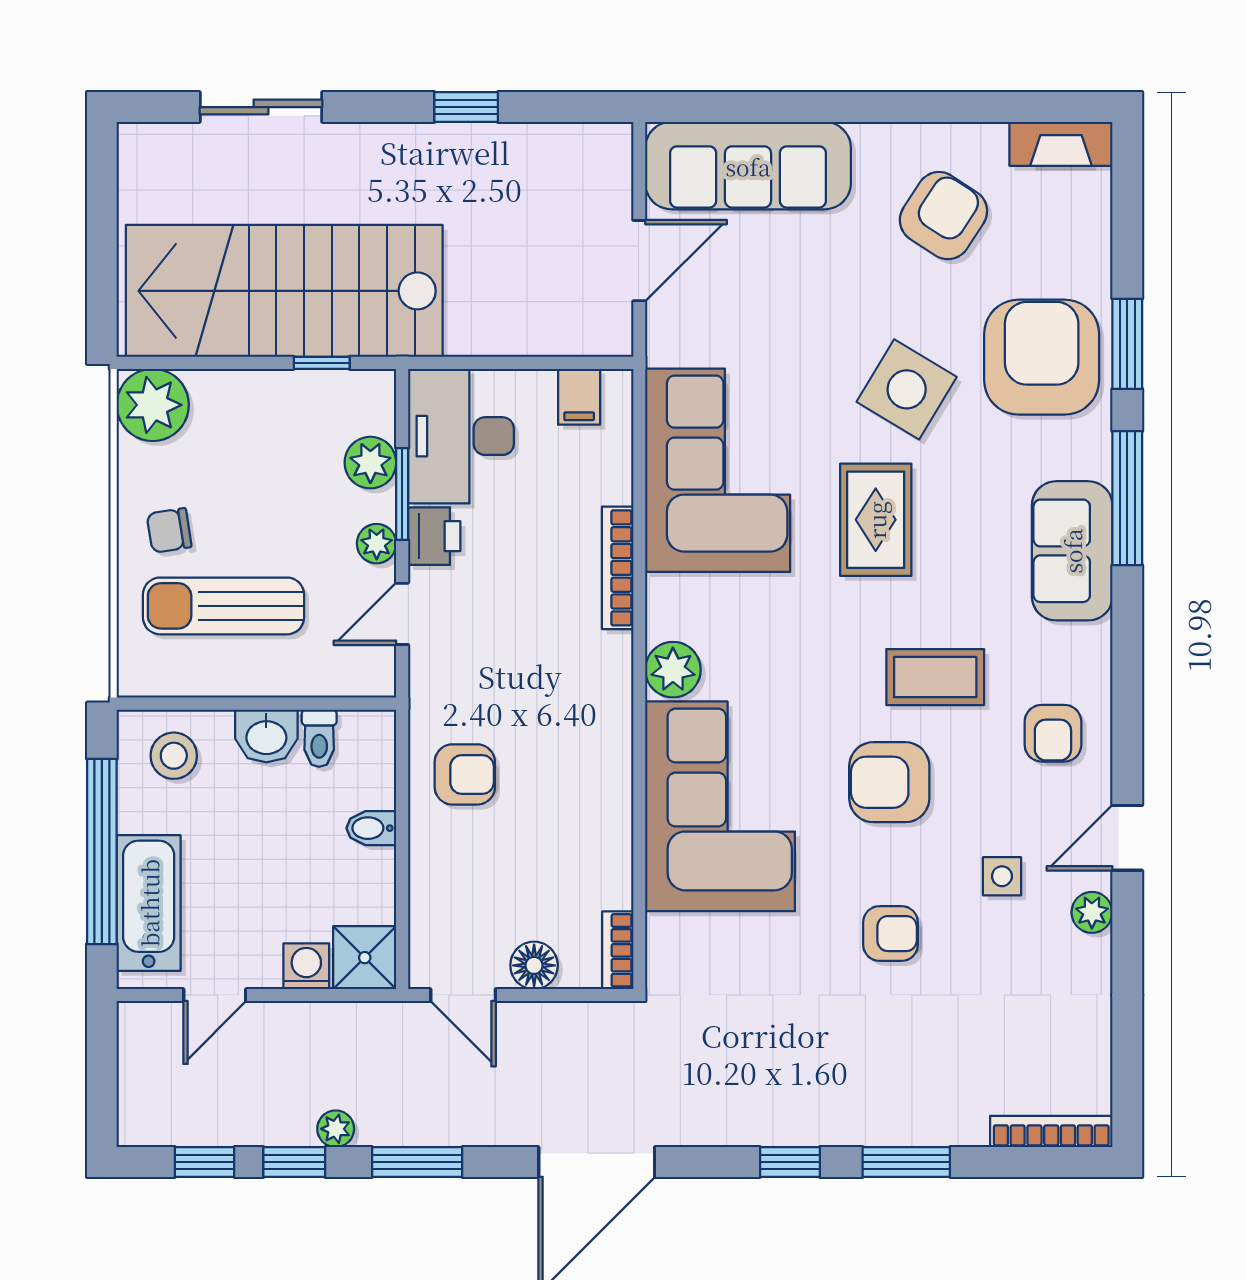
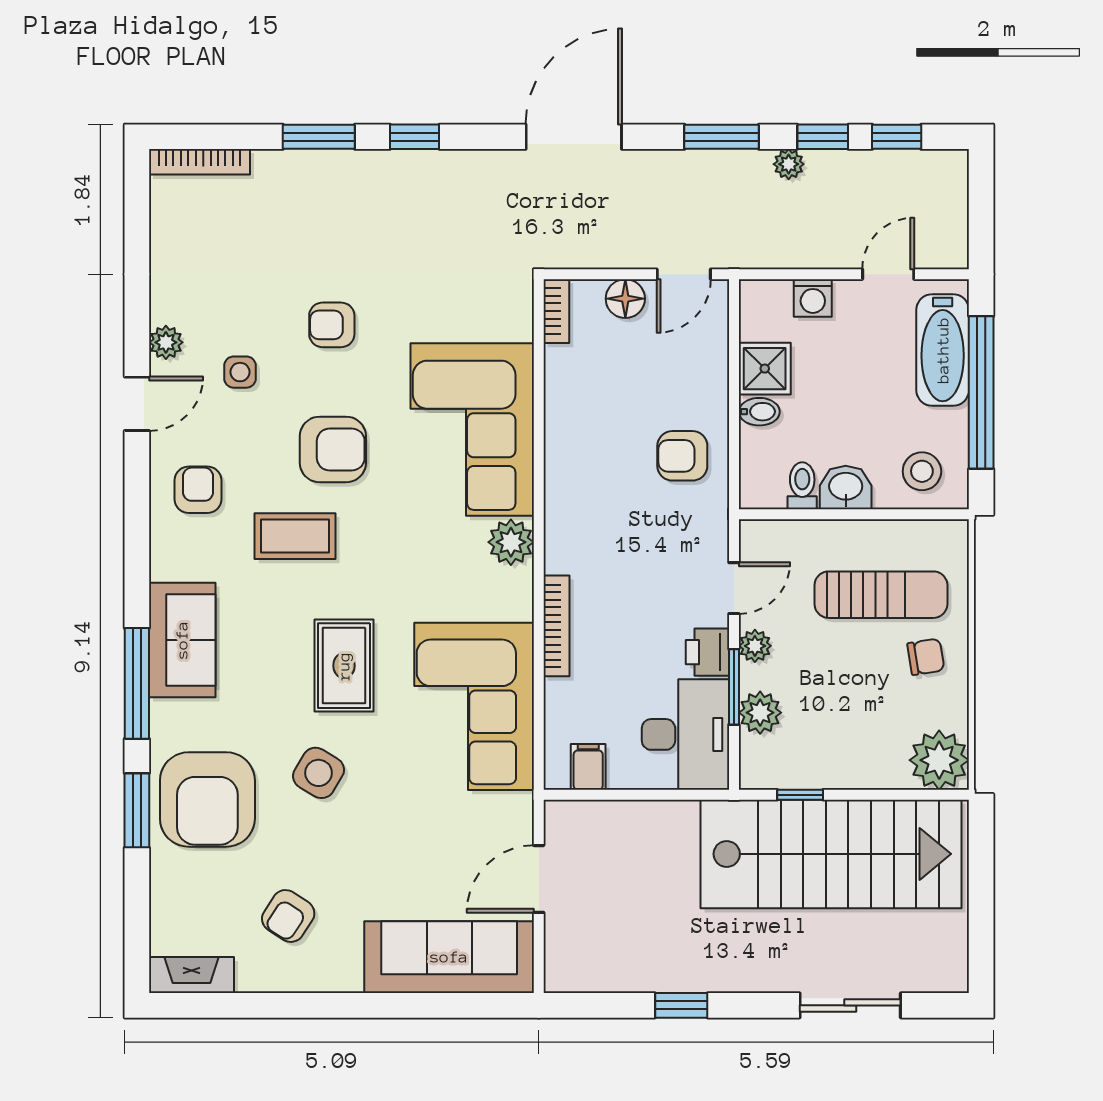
armchair: (943, 216) -> (288, 916), width x0.72, depth x0.72
side table: (907, 389) -> (319, 773), width x0.73, depth x0.73
shower: (365, 958) -> (765, 369), moved
door: (463, 995) -> (684, 274), swing flipped

